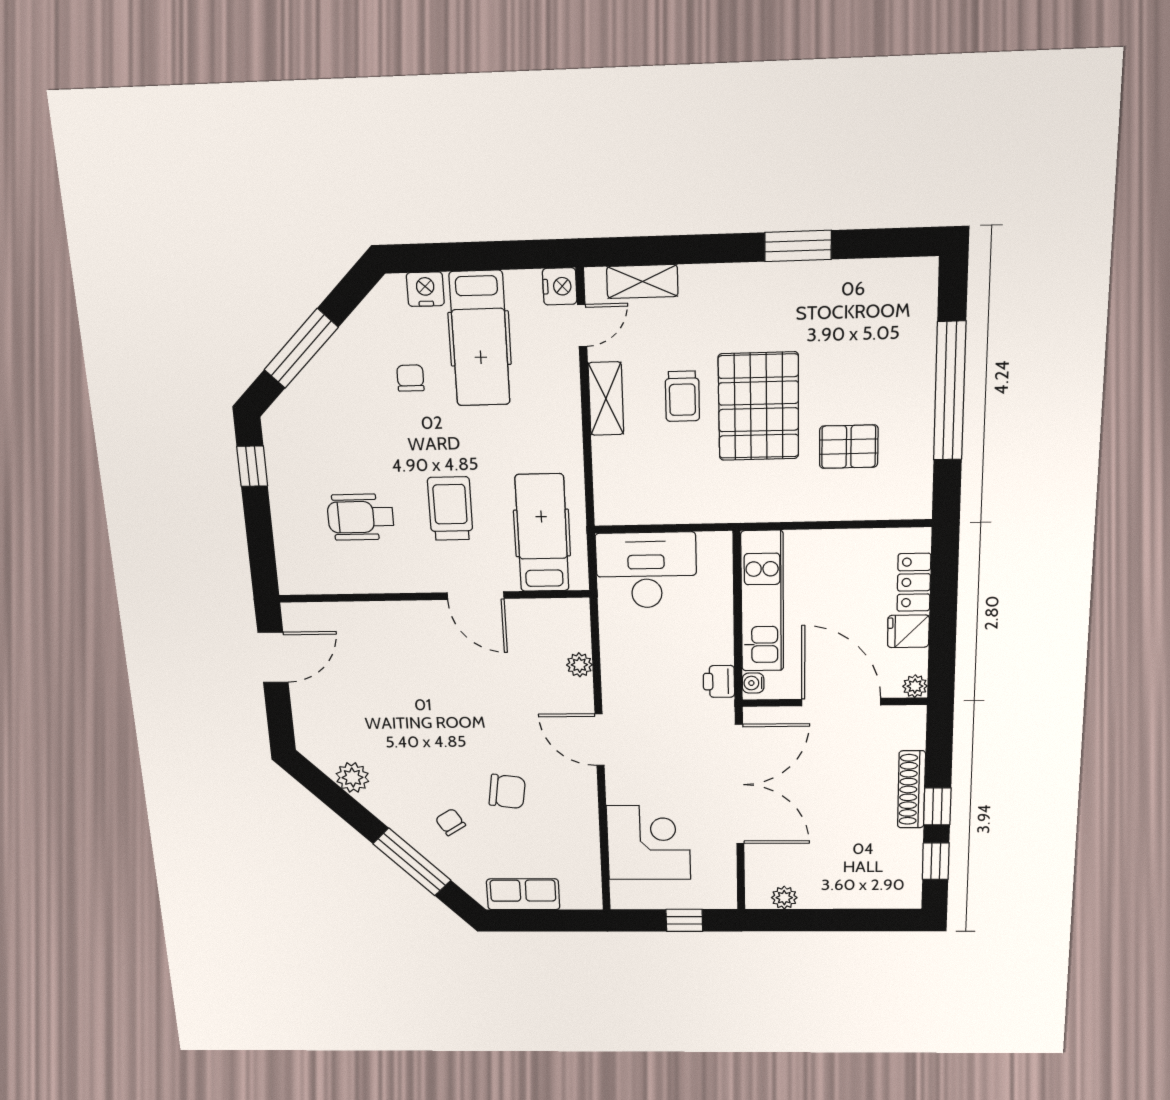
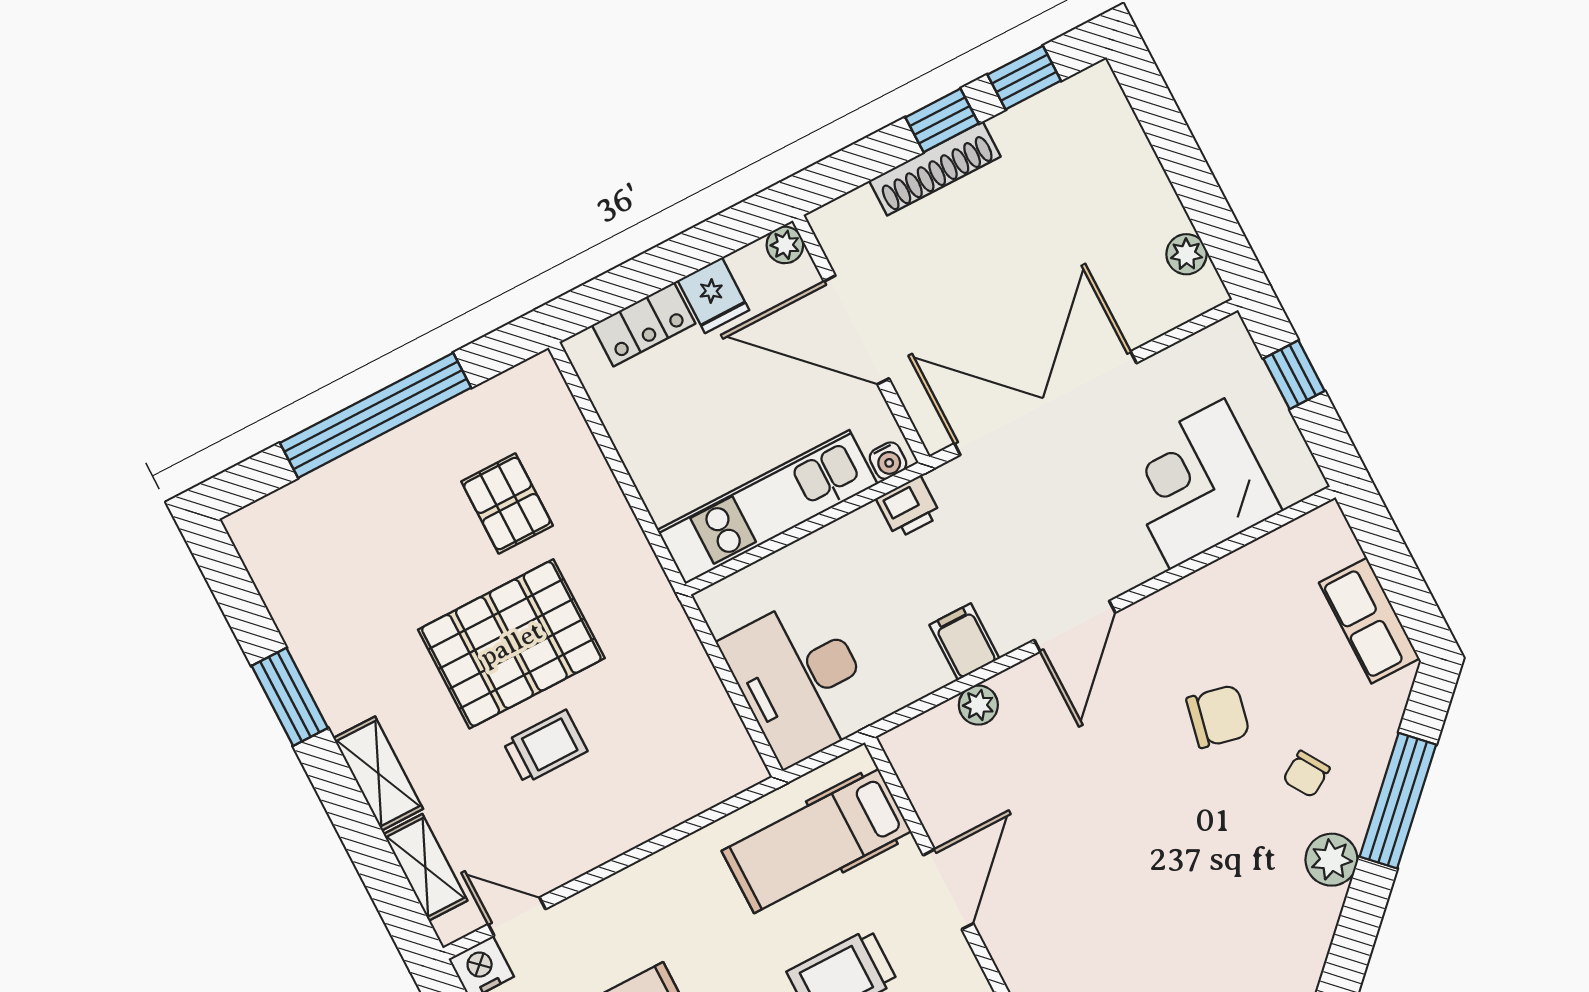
shelving: (606, 399) -> (378, 773), moved, turned 90
filing cabinet: (622, 675) -> (964, 642), added
door: (841, 702) -> (856, 330), hinge flipped
plant: (352, 777) -> (1331, 860), moved
chair: (507, 791) -> (1218, 716), turned 94

